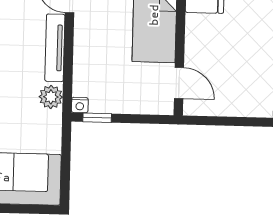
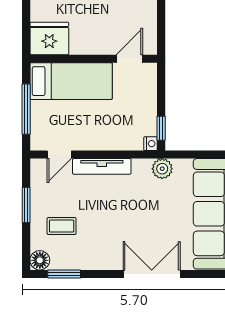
plant: (51, 97) -> (162, 169), moved

